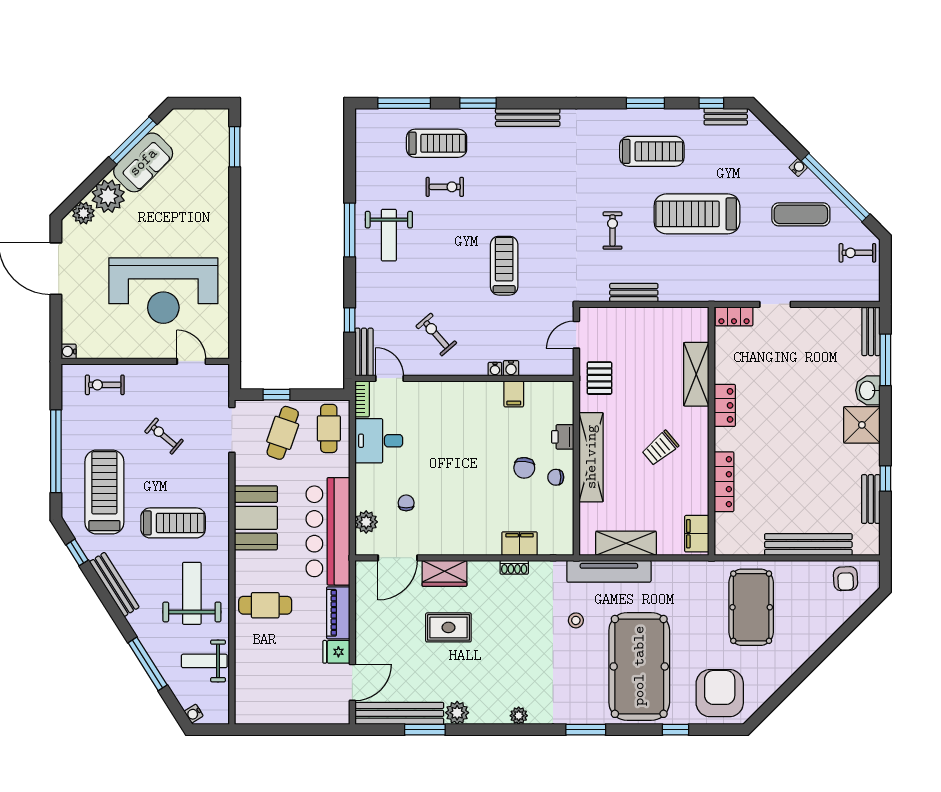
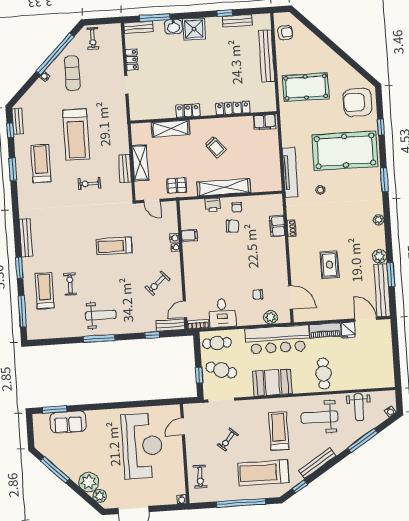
sofa: (143, 162) -> (68, 422), moved, turned 135
locker: (734, 316) -> (132, 60), moved
shelving: (626, 543) -> (140, 163), moved
wardrobe: (444, 573) -> (298, 269), removed

